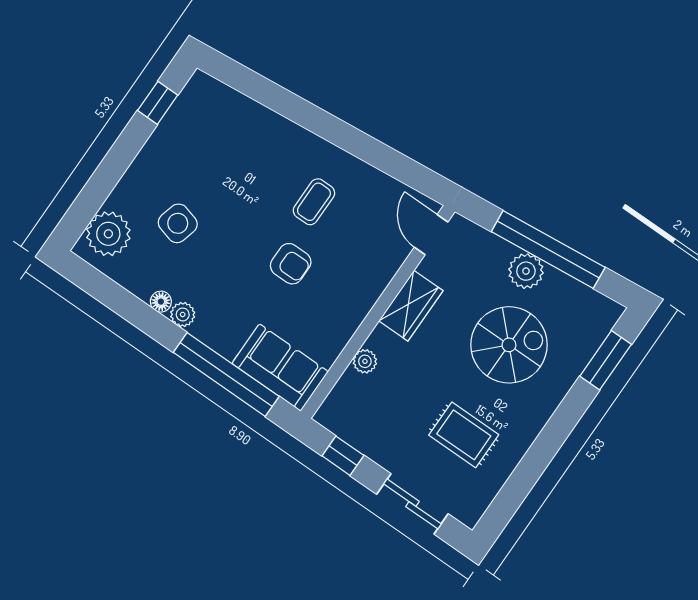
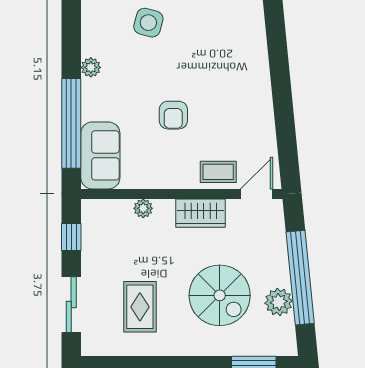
coffee table: (314, 202) -> (218, 172), moved
plant: (526, 271) -> (279, 302), moved
floor lamp: (161, 302) -> (89, 47), removed

